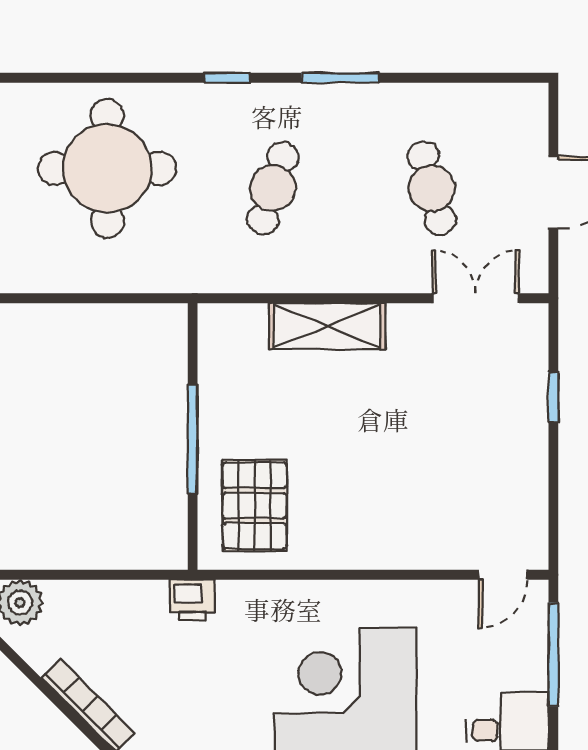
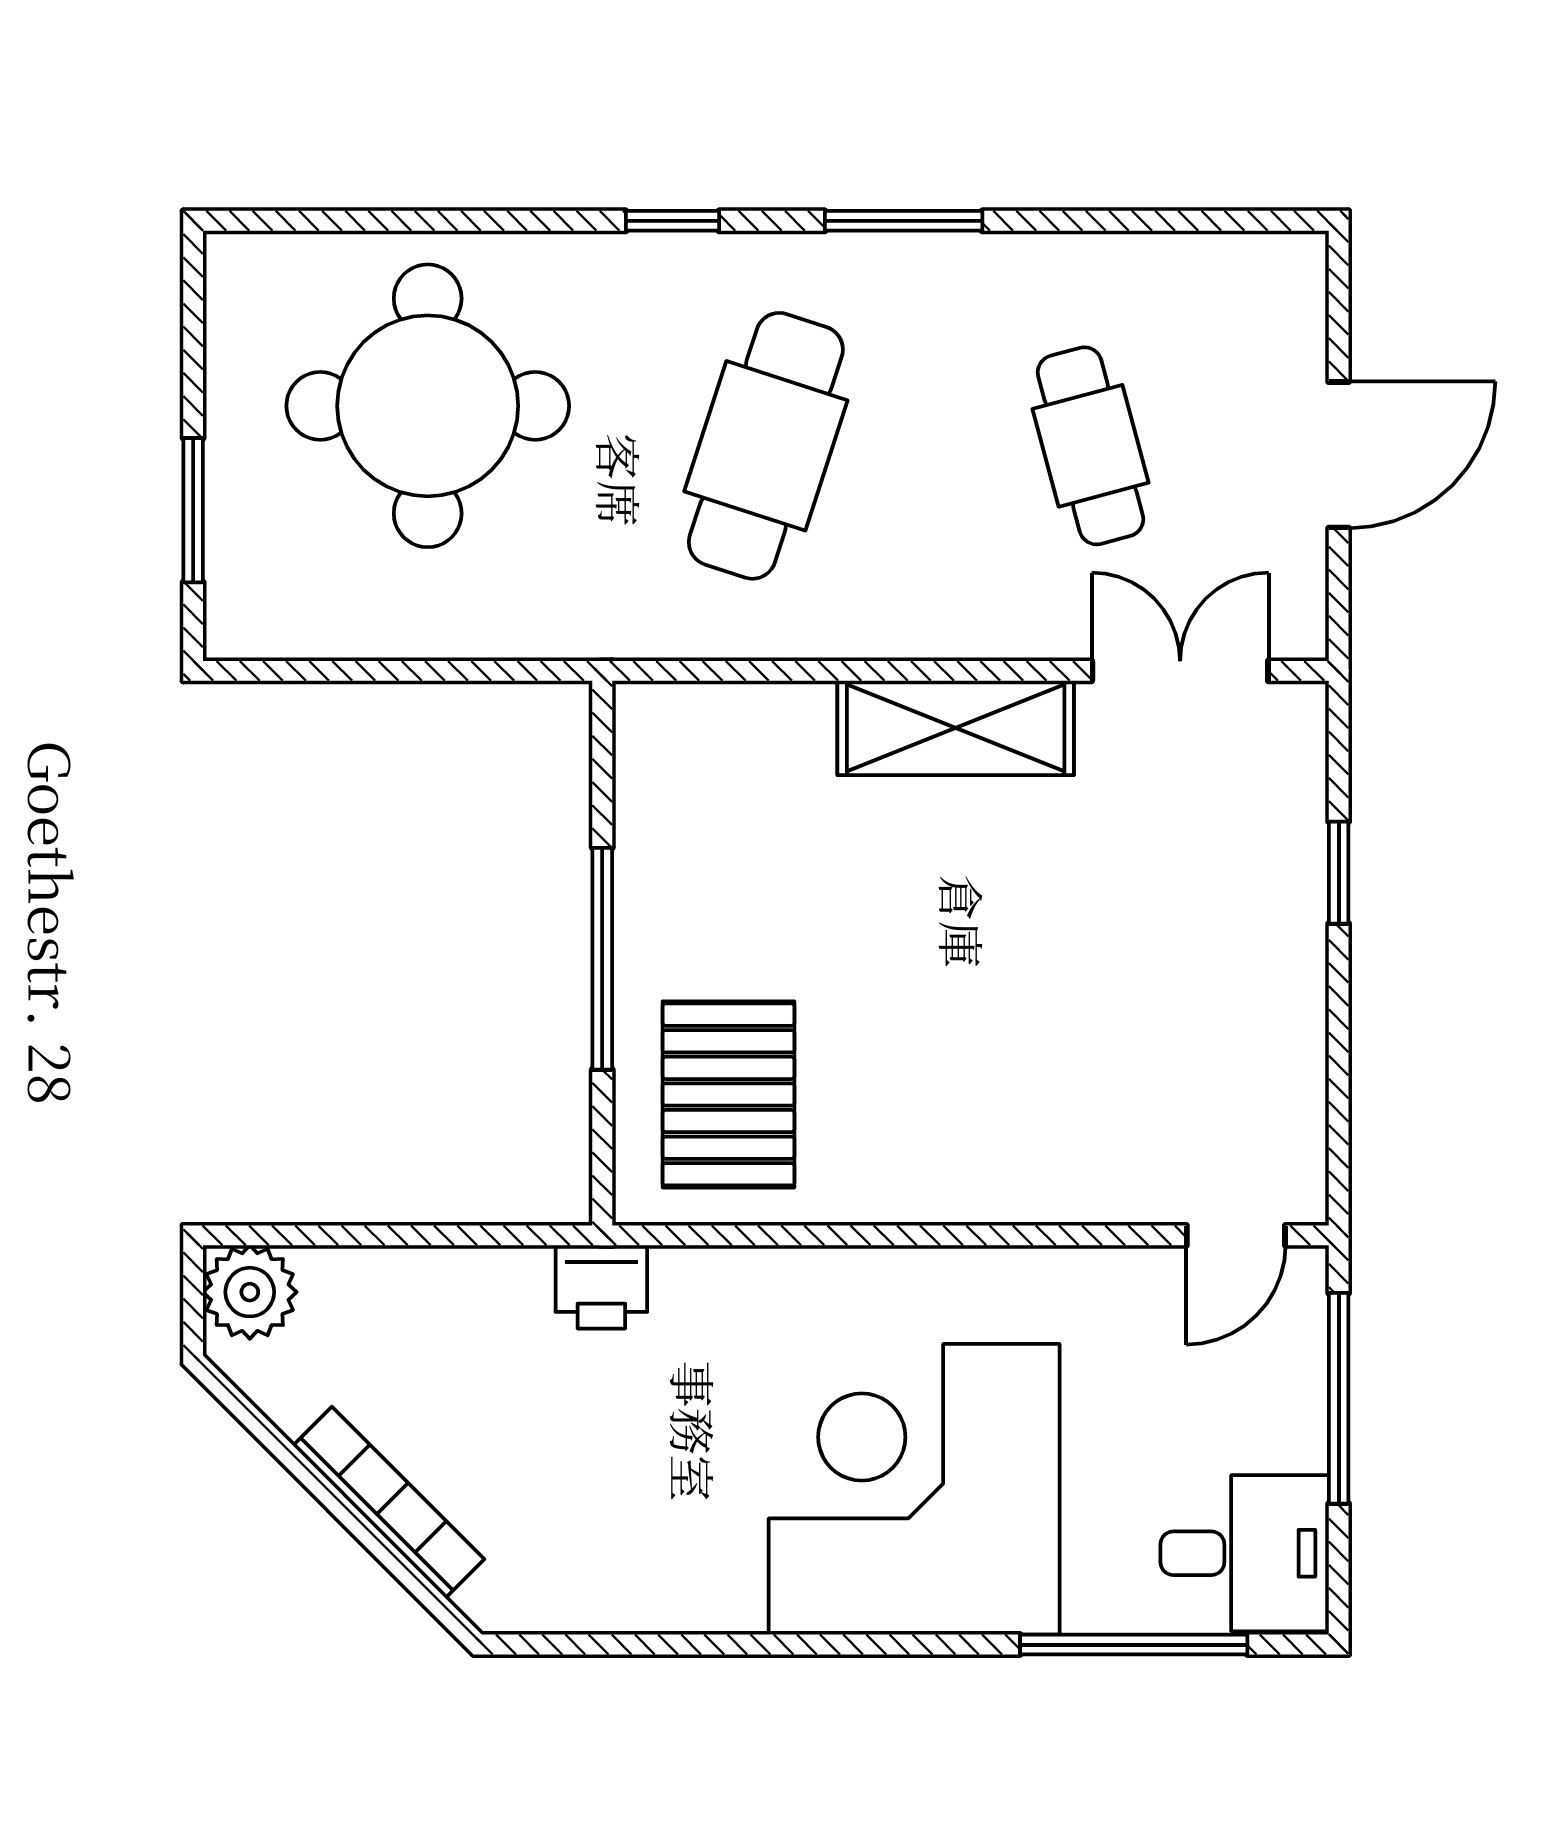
cafe table: (273, 188) -> (766, 446), width x1.37, depth x1.35
shelving: (327, 326) -> (956, 728), moved

